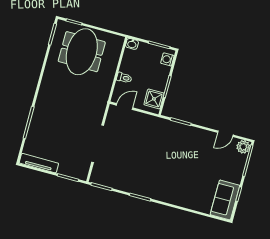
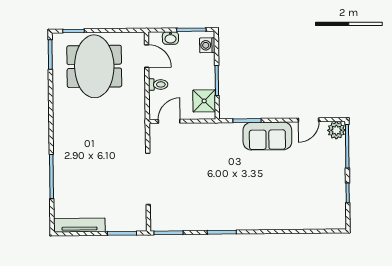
washbasin: (132, 44) -> (170, 38), moved
door: (122, 55) -> (147, 56), added
sofa: (225, 200) -> (267, 136), moved, turned -90

